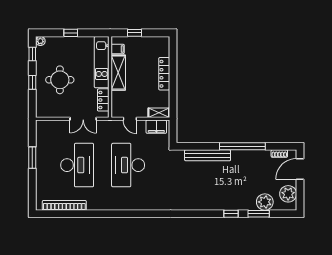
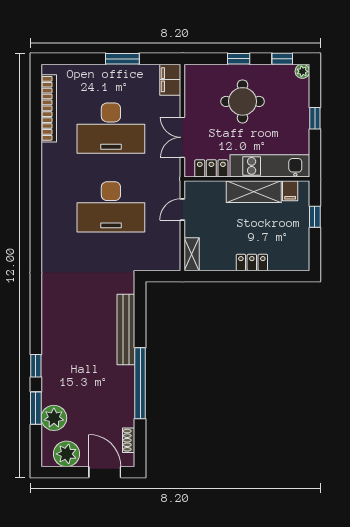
locker: (164, 74) -> (252, 262), width x0.66
filing cabinet: (156, 127) -> (170, 80), moved
desk: (128, 165) -> (111, 207), turned 180

